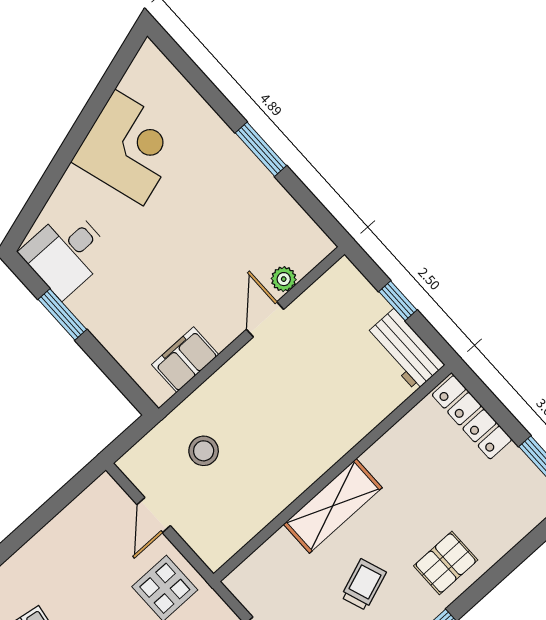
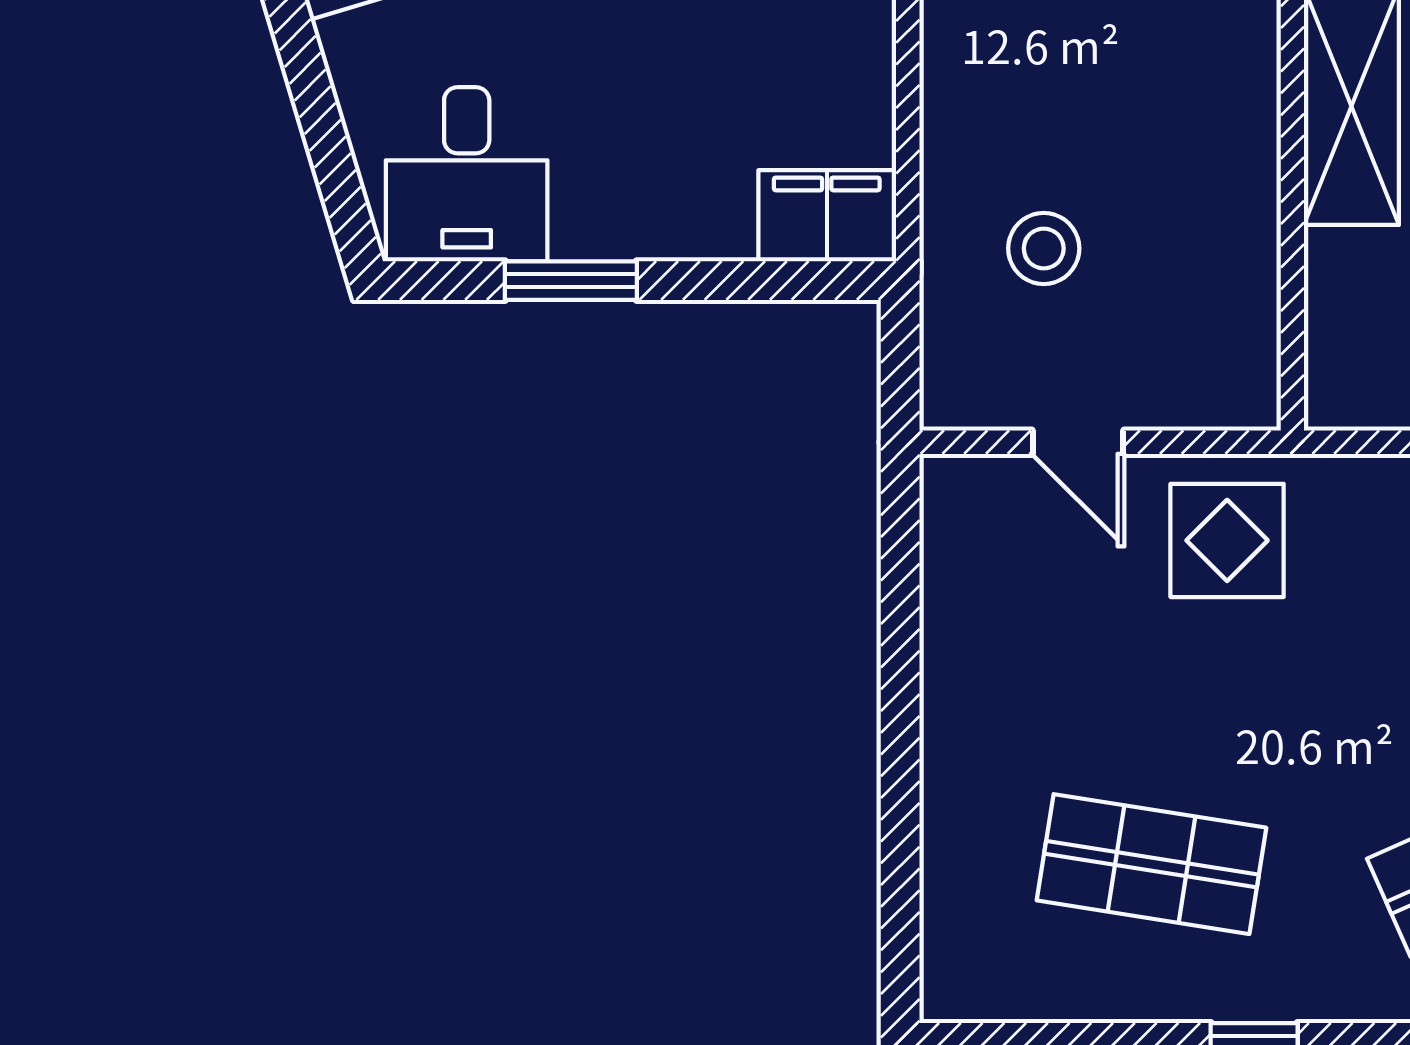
filing cabinet: (185, 360) -> (827, 216), moved, turned 90

